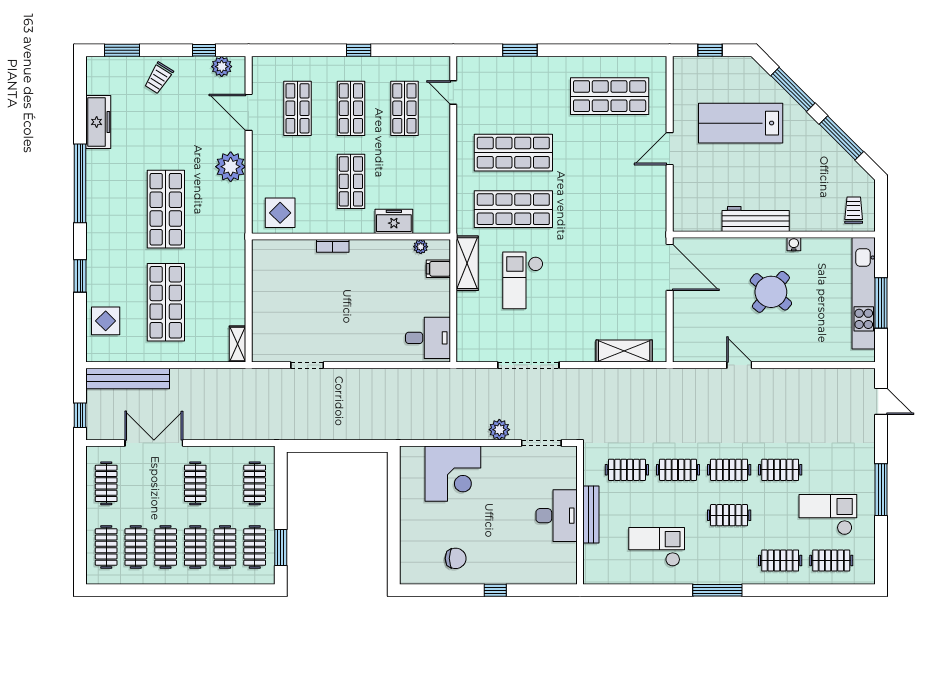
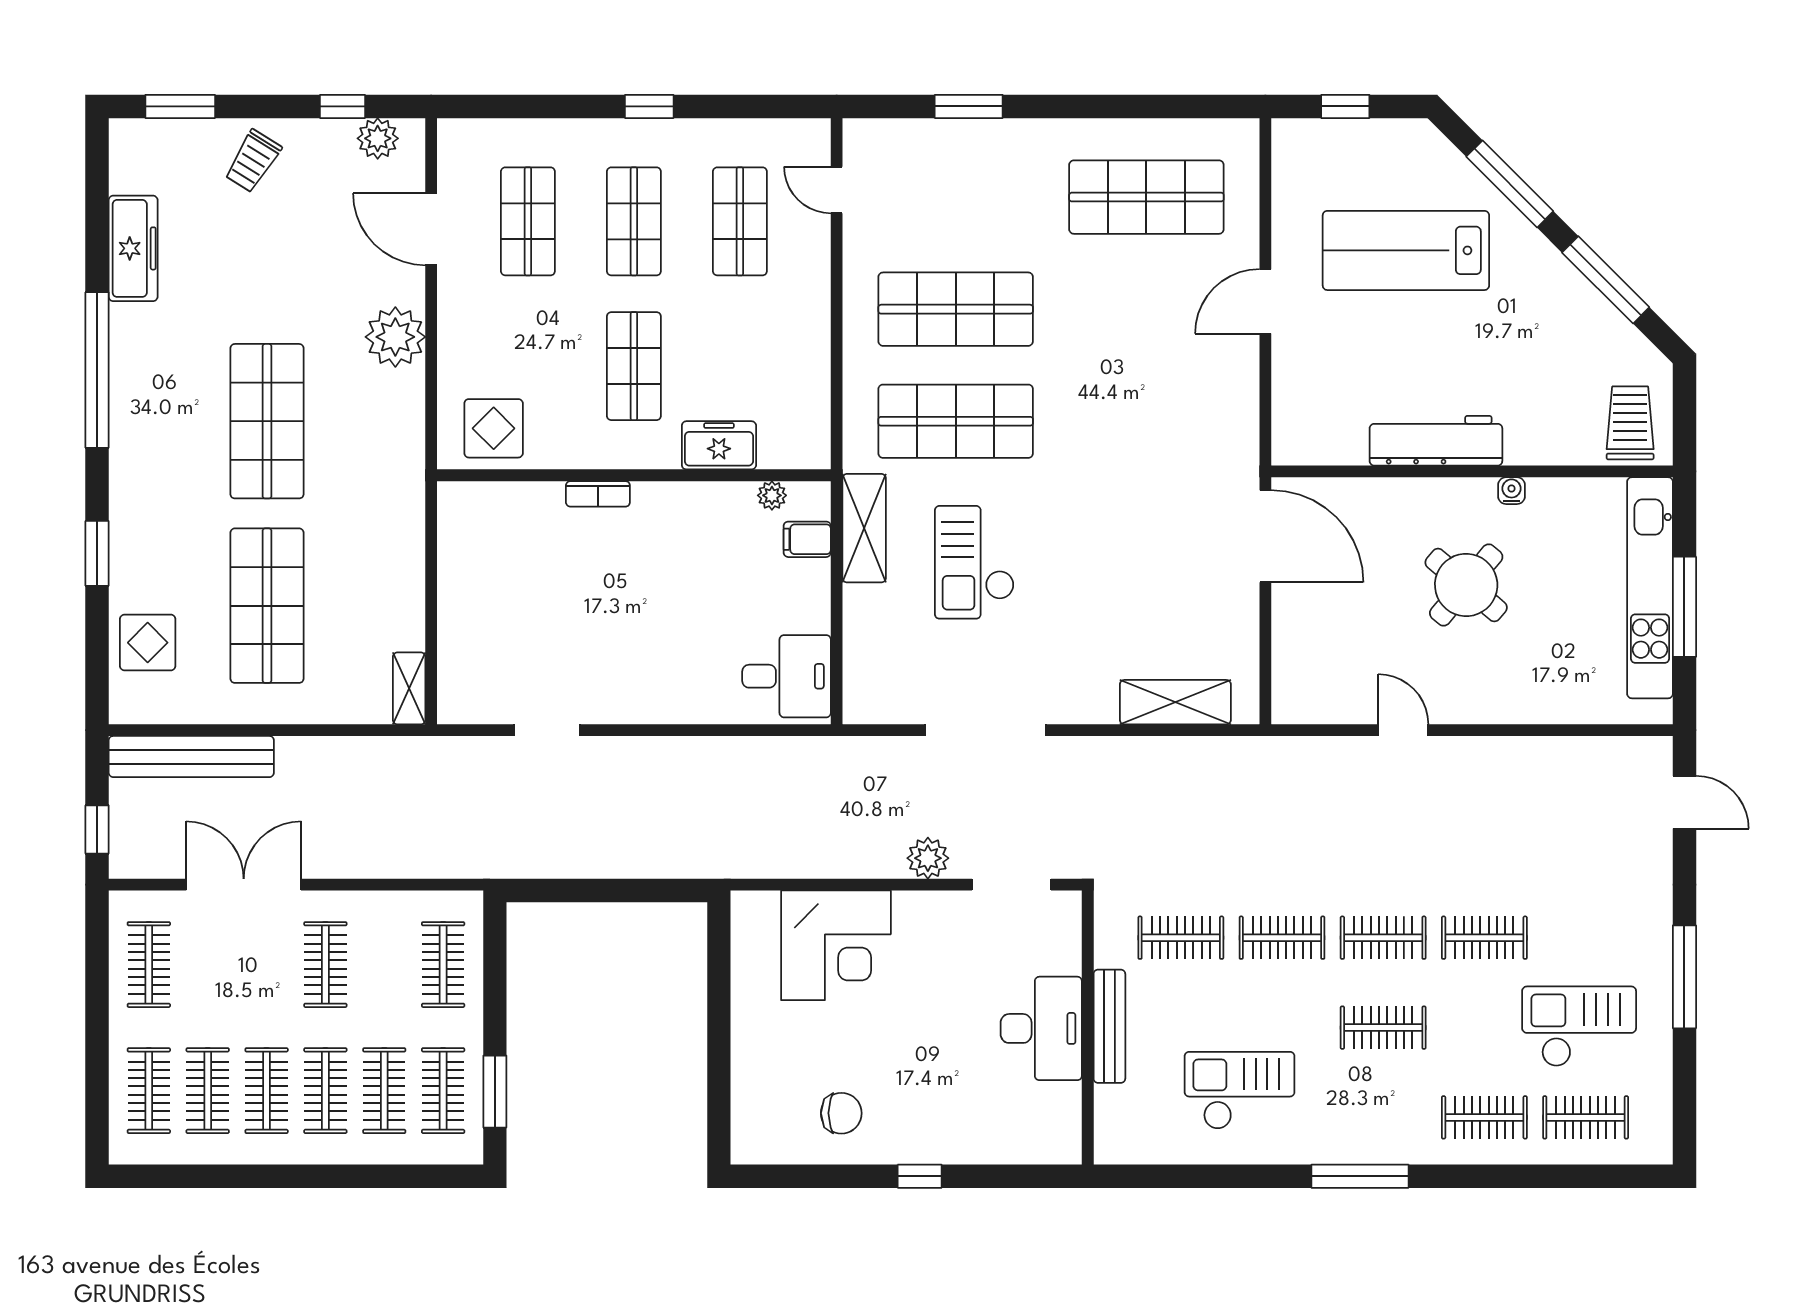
trolley: (854, 210) -> (1630, 423), width x1.36, depth x1.39

